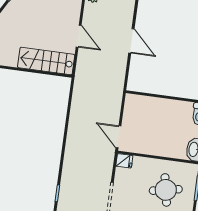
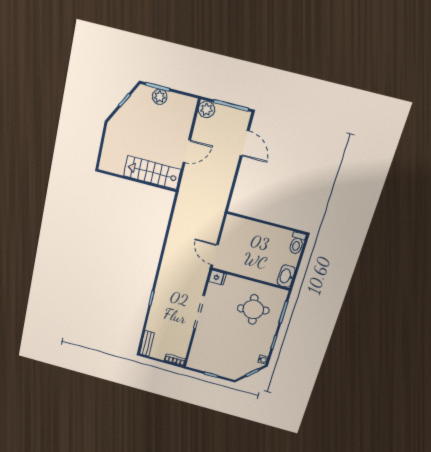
door: (79, 36) -> (187, 151), hinge flipped
door: (131, 41) -> (245, 143), moved

